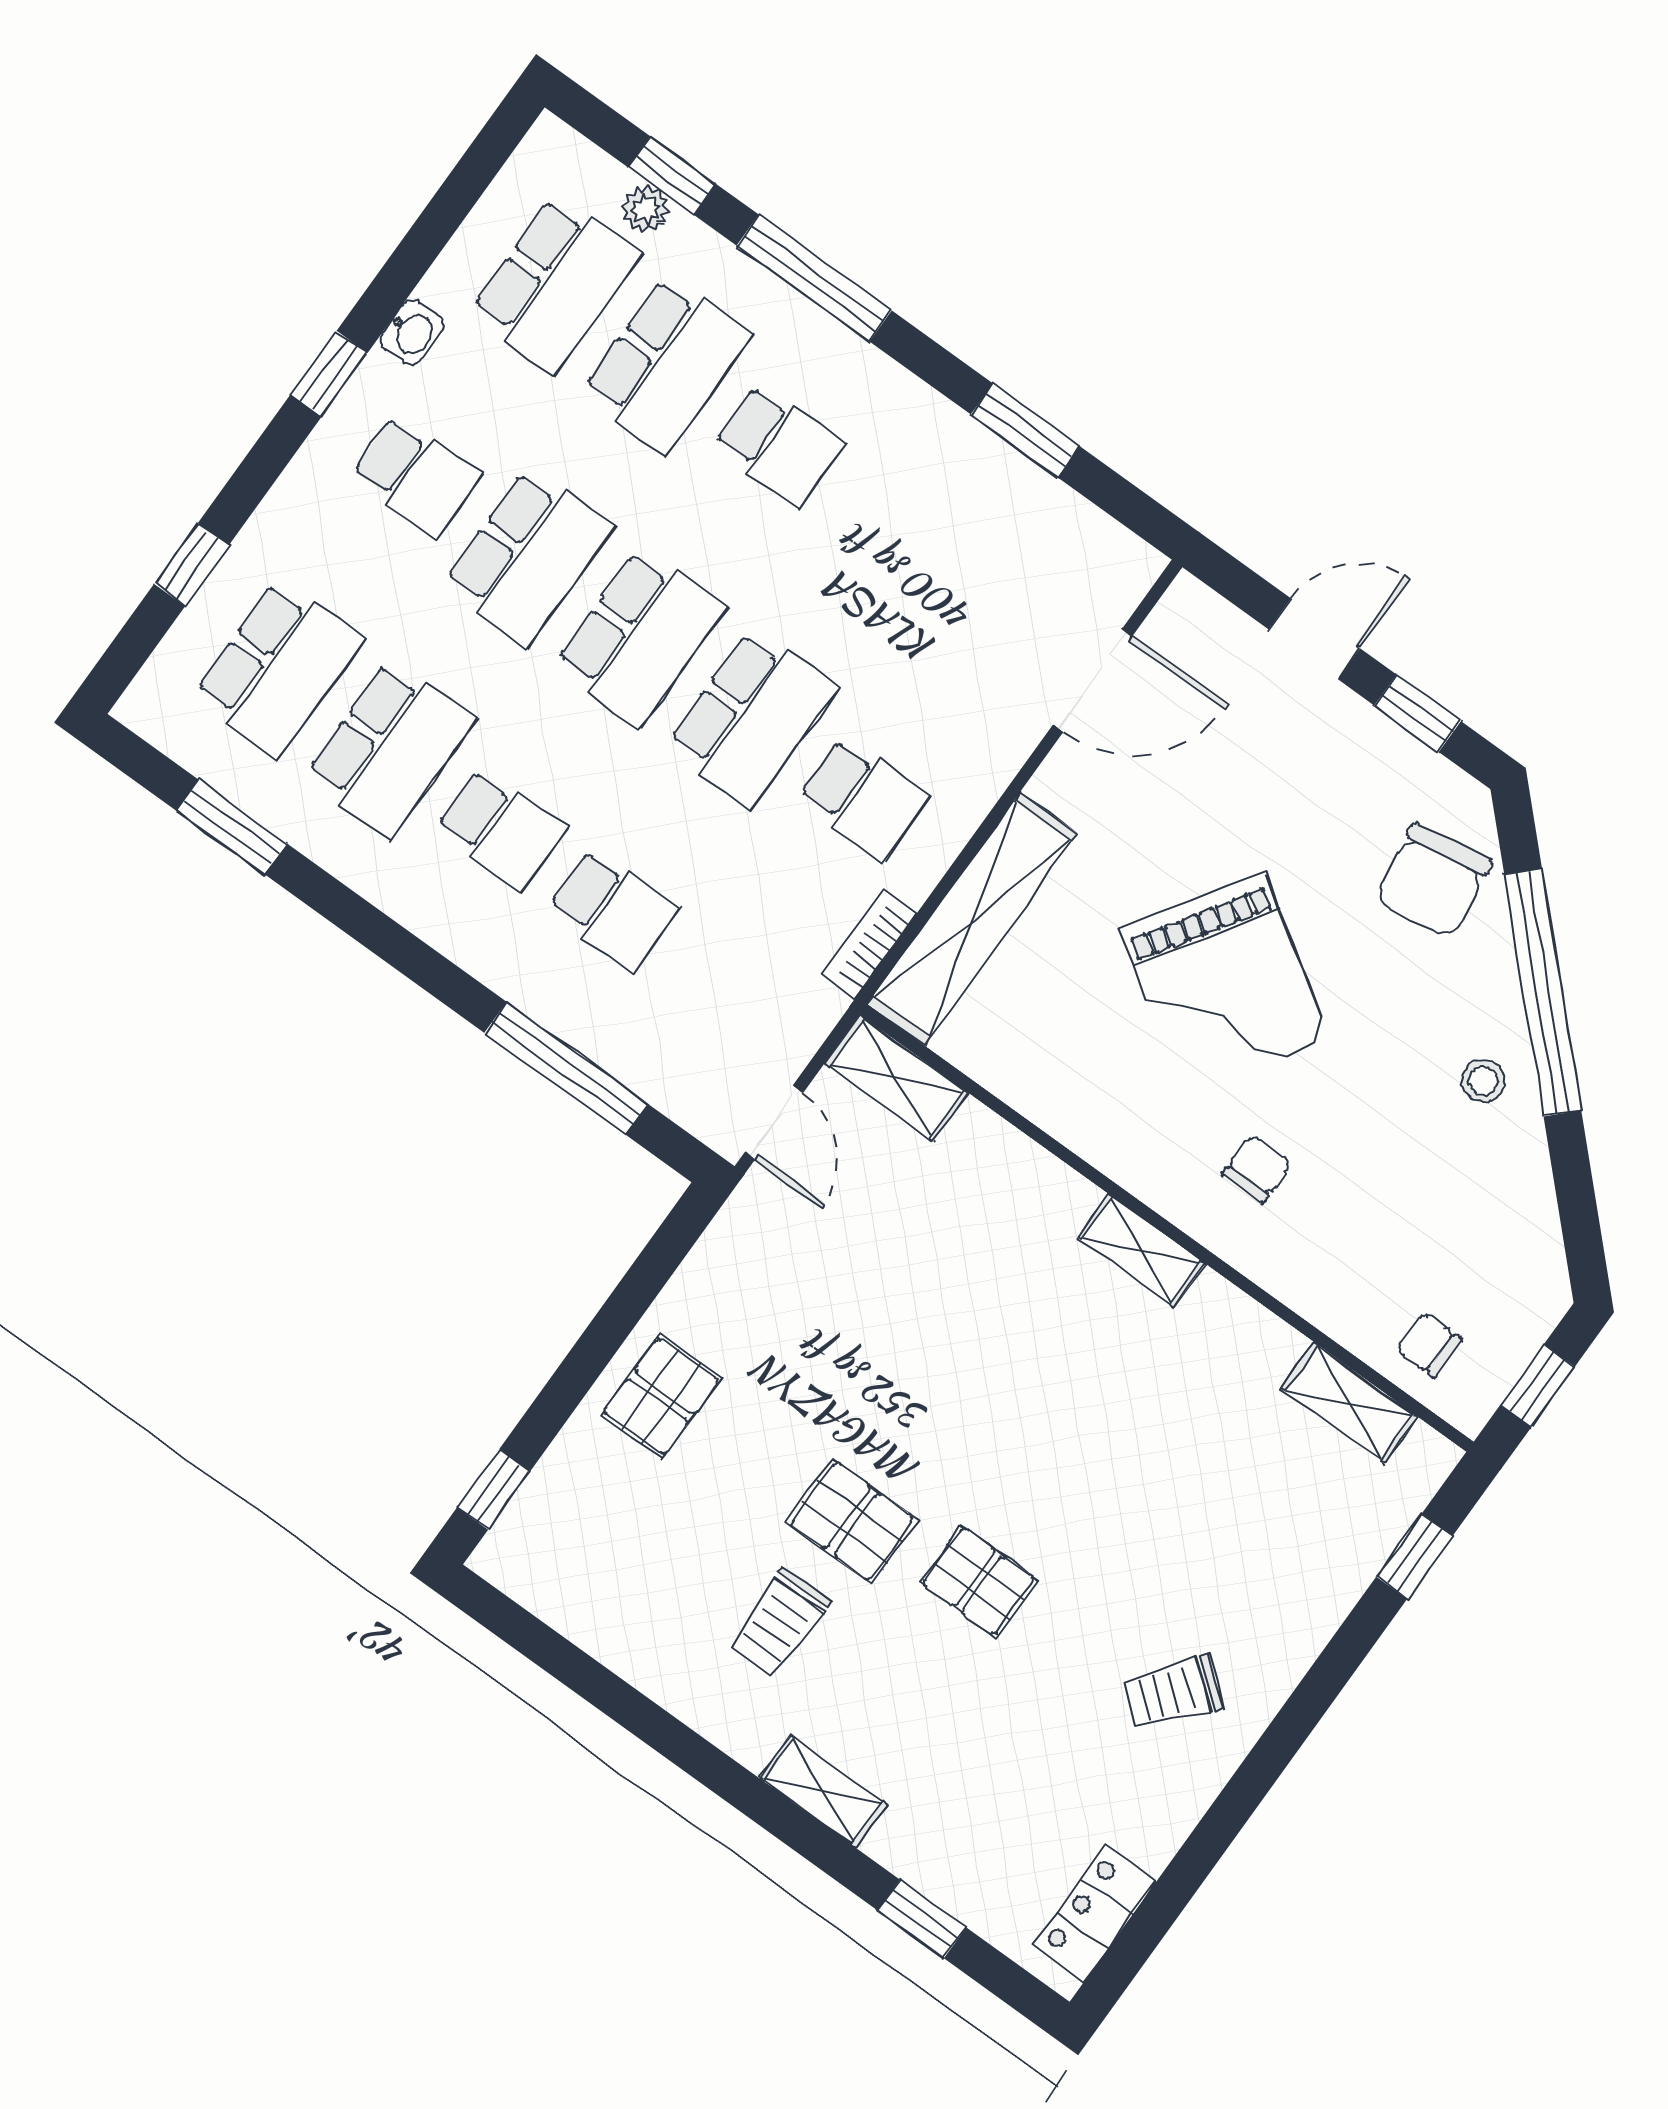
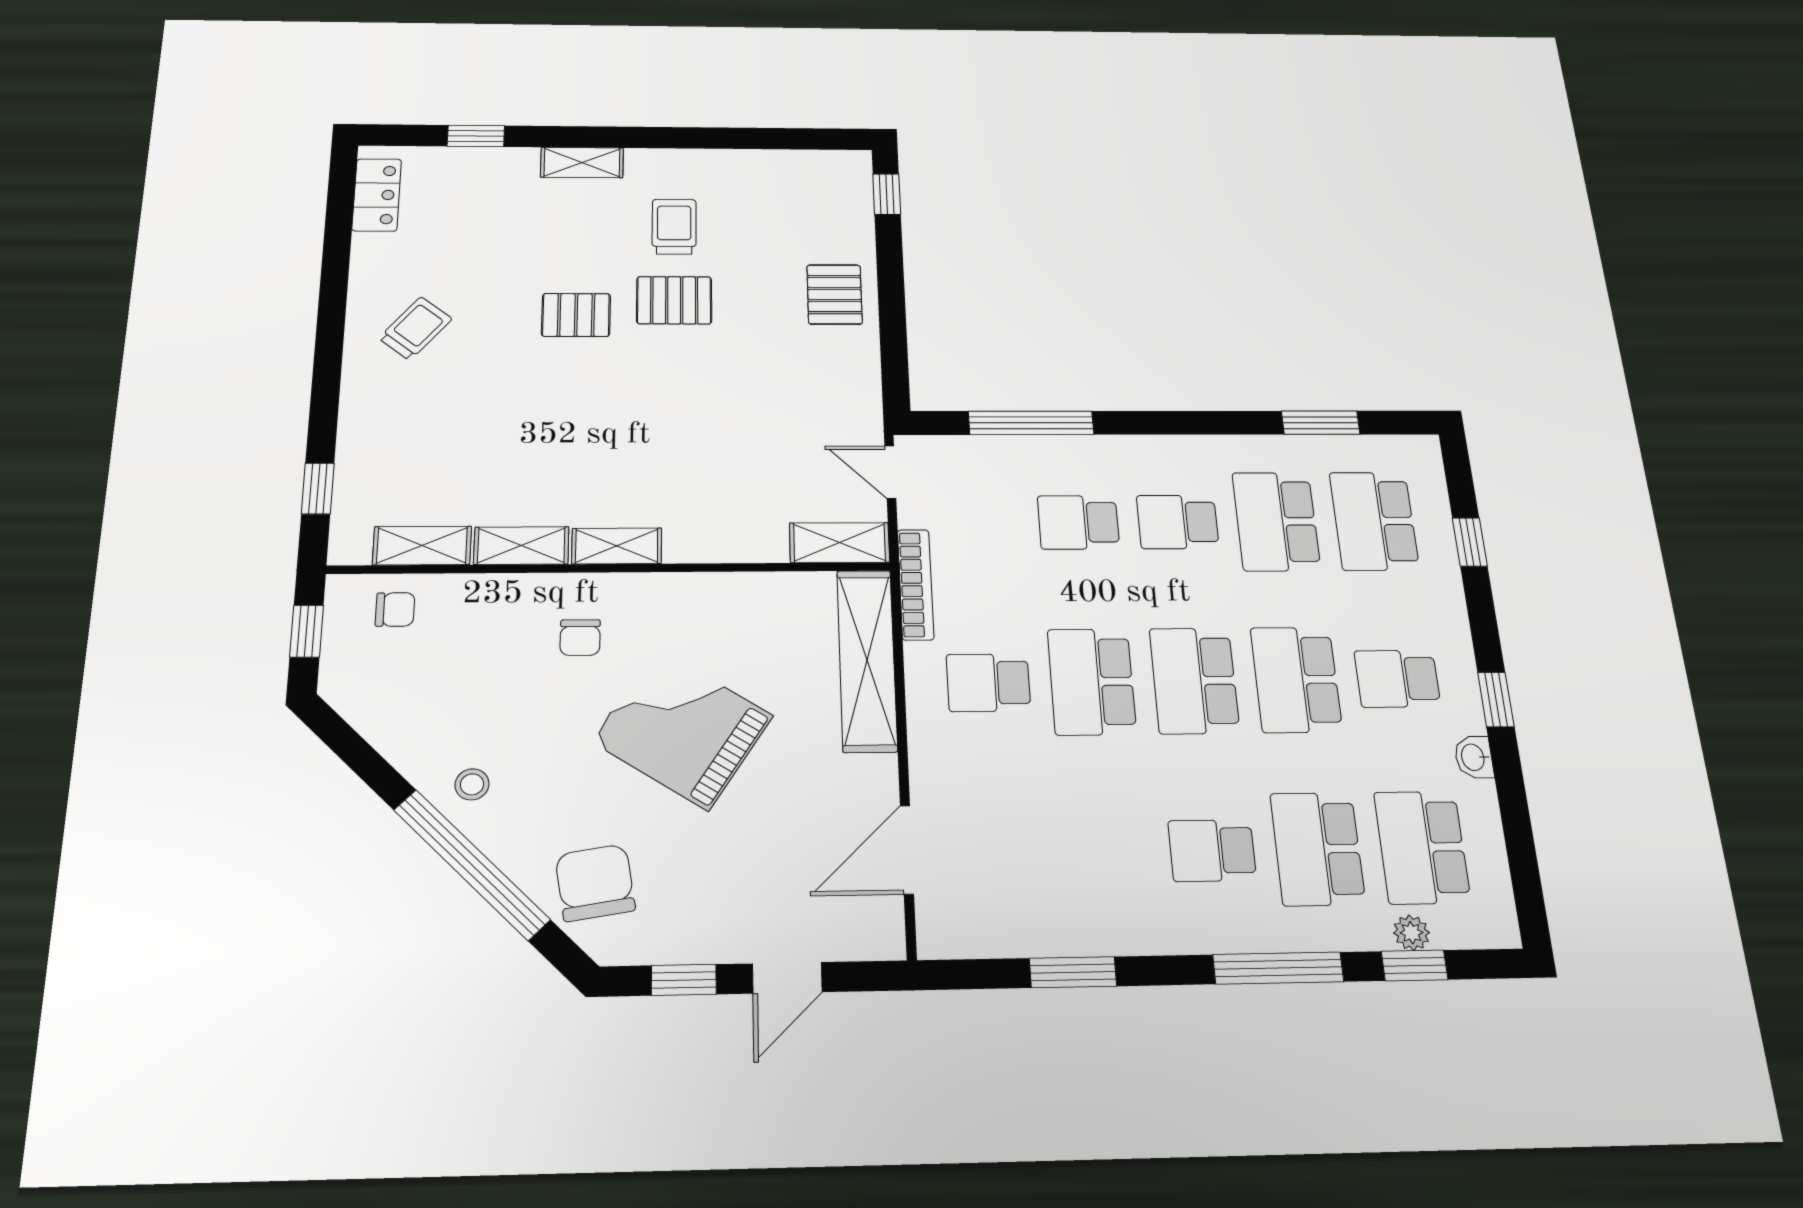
bookcase: (869, 944) -> (916, 584), width x1.56
shelving: (1243, 1326) -> (521, 546), added

